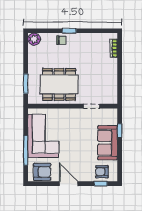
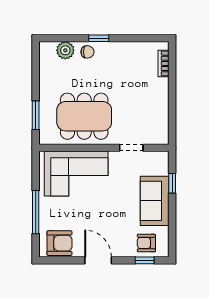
plant: (34, 39) -> (65, 50), moved
corner sofa: (43, 136) -> (76, 173), moved, turned 90

